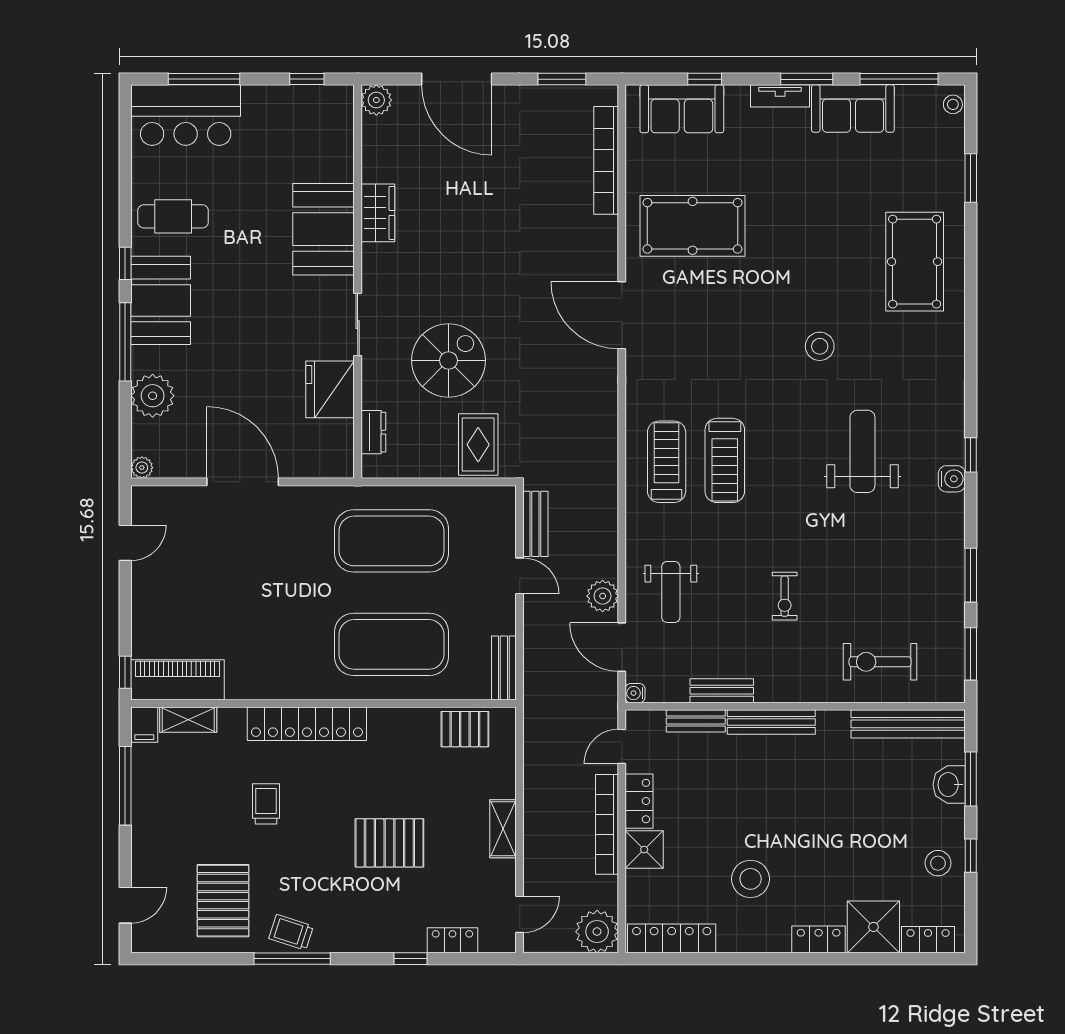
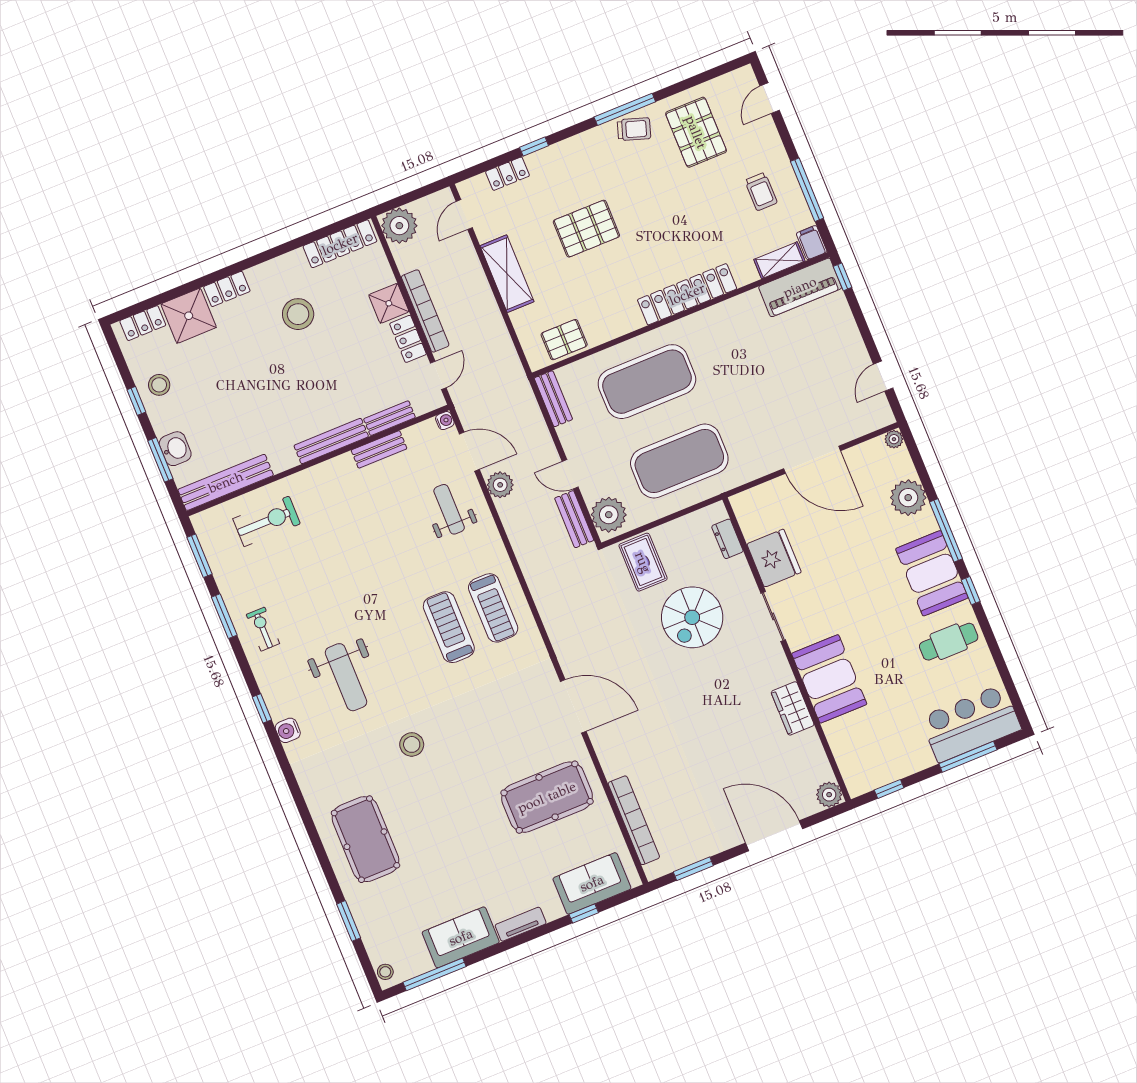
window: (807, 79) -> (505, 946), removed
water cooler: (952, 479) -> (288, 730), moved
plant: (495, 513) -> (609, 515), added
exercise bike: (785, 596) -> (263, 629), moved
trolley: (266, 804) -> (761, 192), moved
shelving: (503, 829) -> (507, 274), width x1.50, depth x1.33

